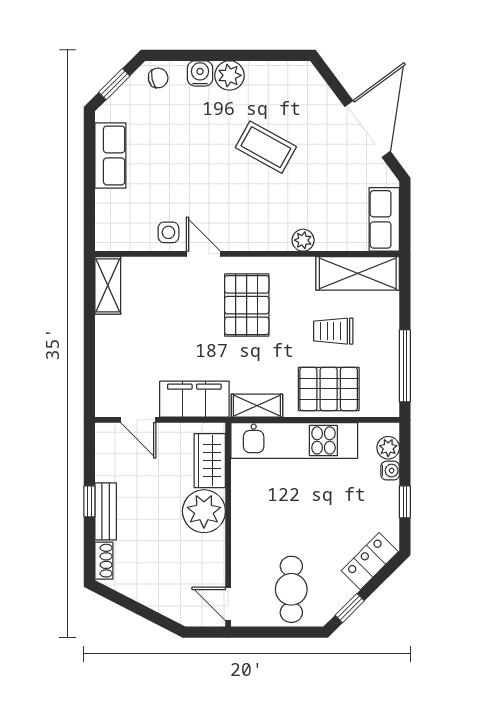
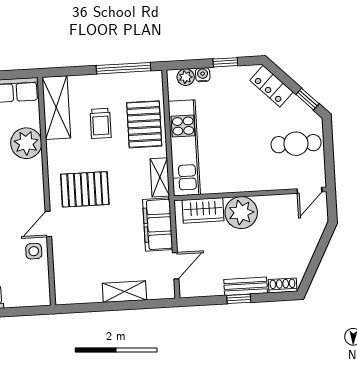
plant: (303, 240) -> (26, 143), width x1.87, depth x1.87
shelving: (108, 285) -> (124, 292), moved

